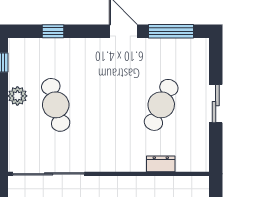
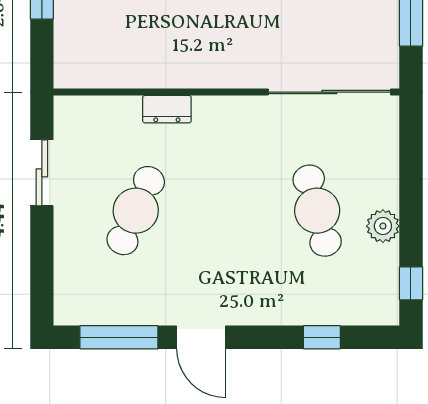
sliding door: (216, 104) -> (42, 173), moved
dresser: (161, 164) -> (167, 109), moved

